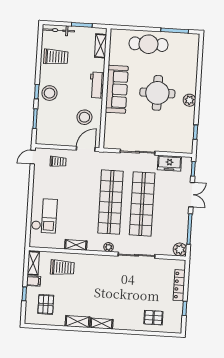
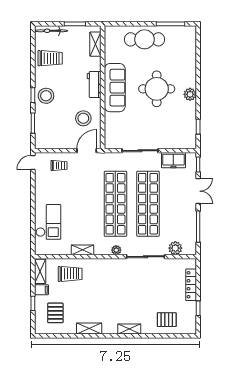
plant: (180, 250) -> (175, 248), moved
shelving: (102, 324) -> (129, 329), moved

